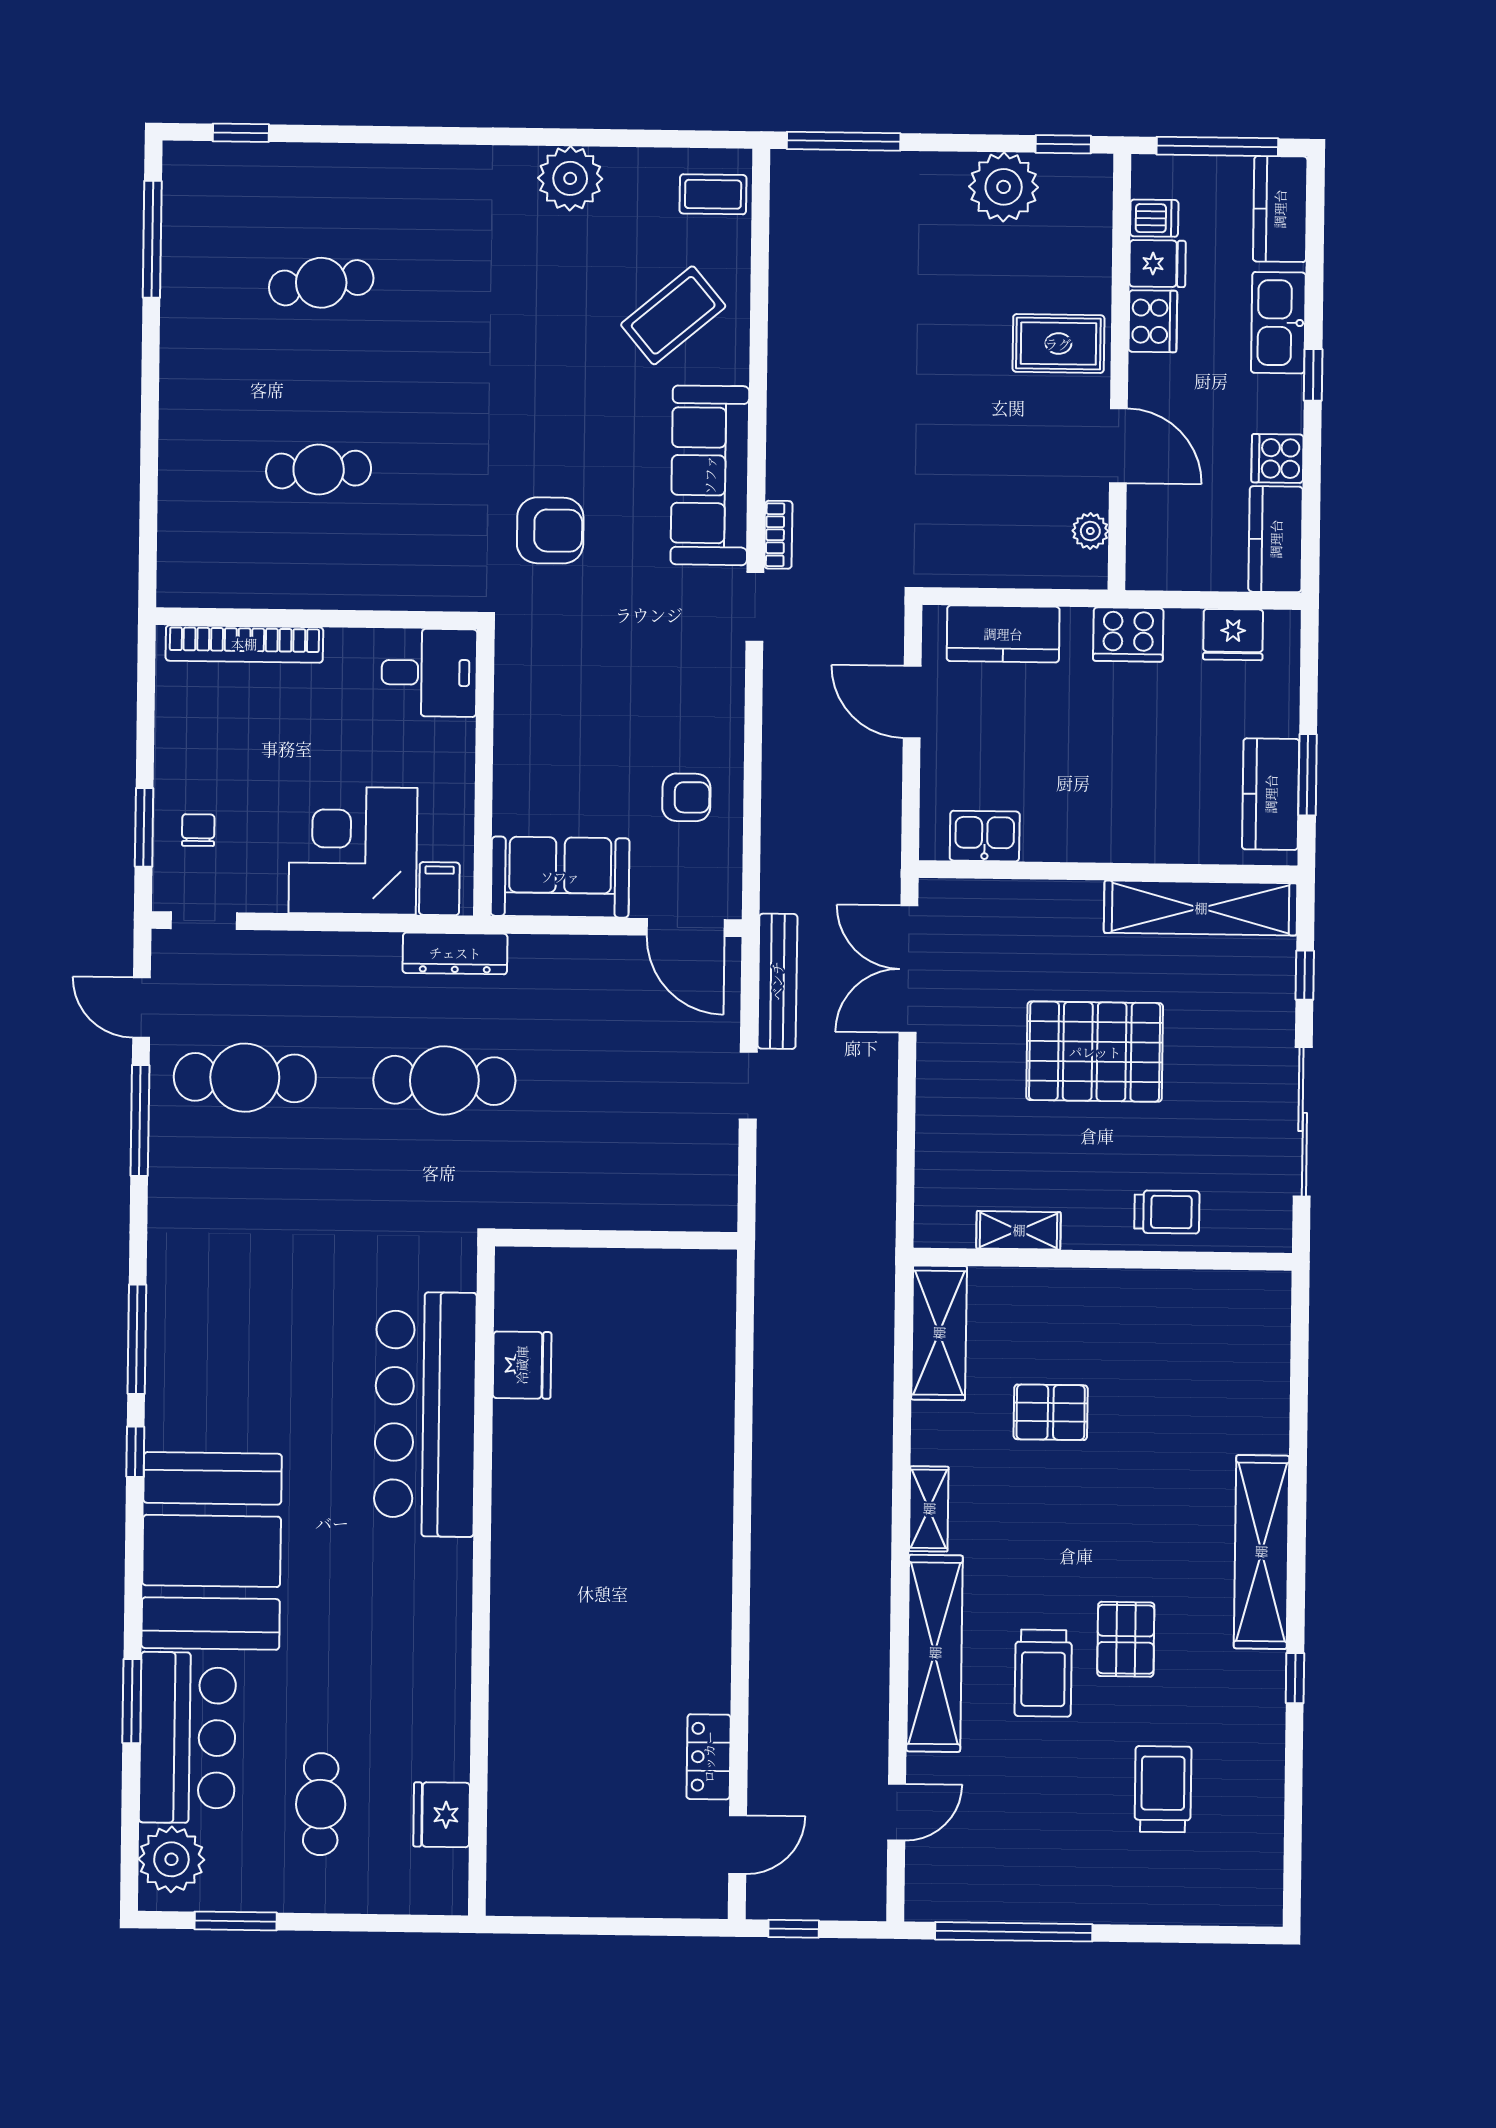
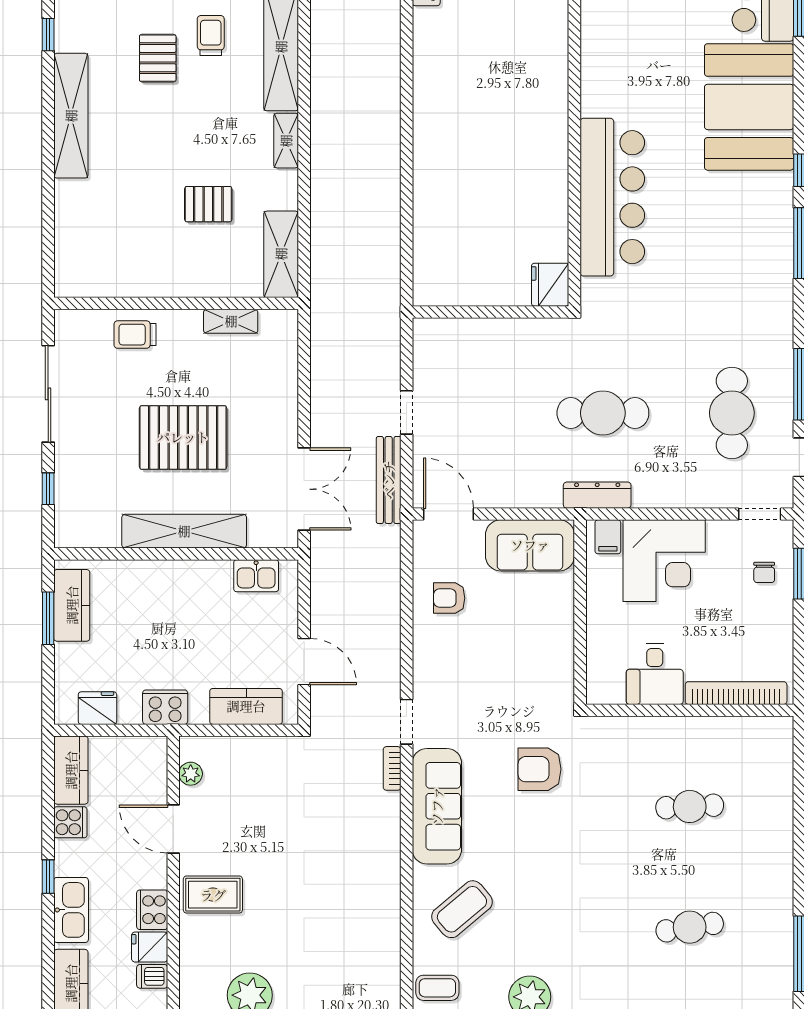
desk: (429, 673) -> (655, 674), moved, turned -90
shelving: (1201, 908) -> (184, 531), moved
cafe table: (245, 1078) -> (732, 413), turned 90
fridge: (522, 1365) -> (550, 285), moved
trolley: (1043, 1673) -> (211, 36), width x0.73, depth x0.72

